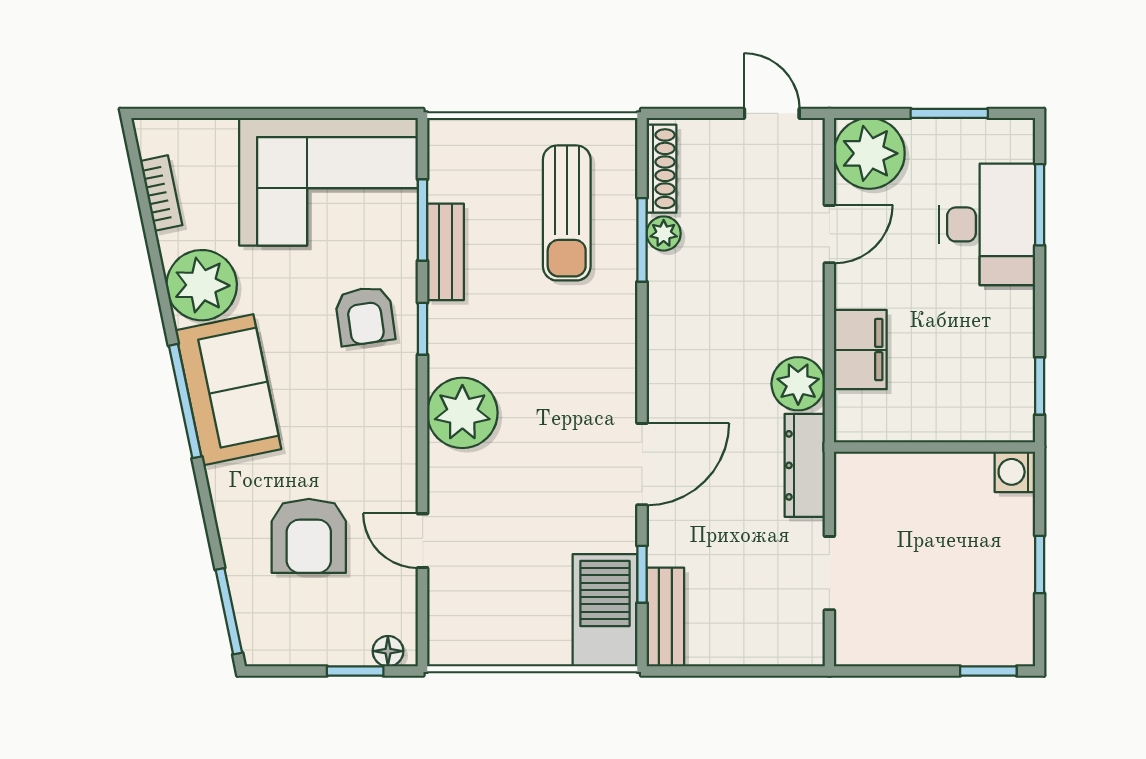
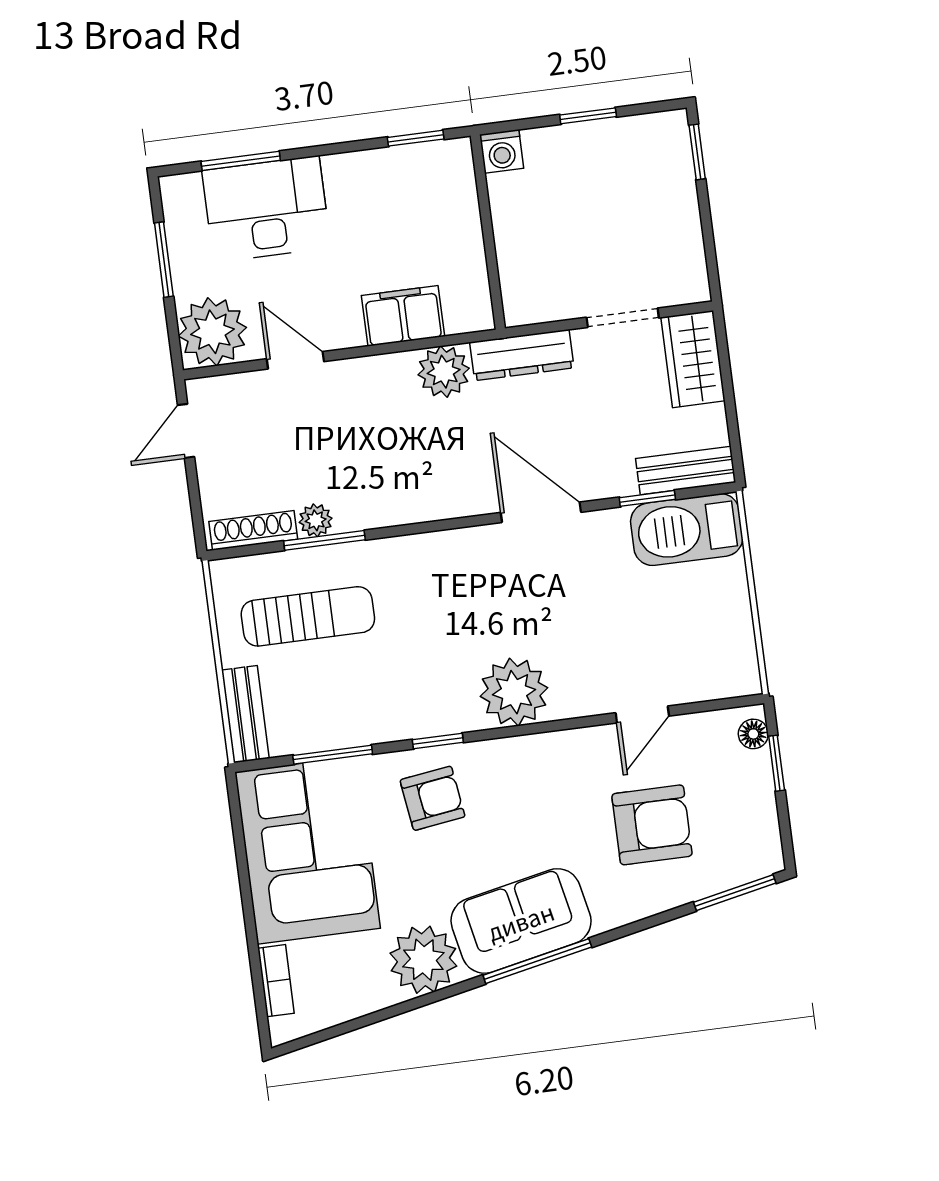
bookcase: (161, 193) -> (276, 981), moved, turned 102
bench: (446, 252) -> (245, 714), moved, turned 90
wardrobe: (778, 639) -> (693, 359), added

